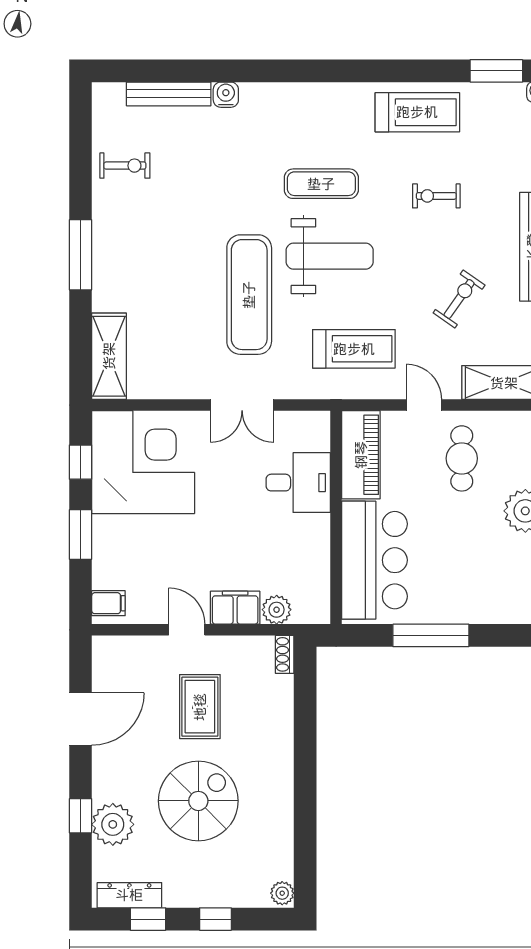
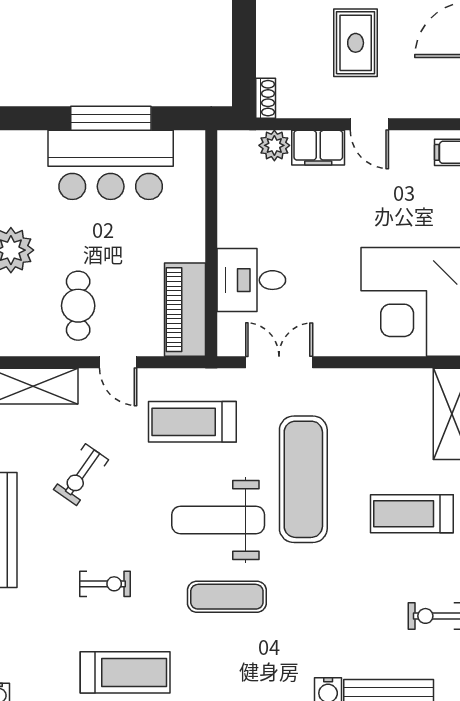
treadmill: (417, 112) -> (125, 672), turned 180
treadmill: (147, 262) -> (412, 514), added
double door: (242, 405) -> (279, 362), moved
bar counter: (375, 560) -> (111, 165), moved, turned -90

